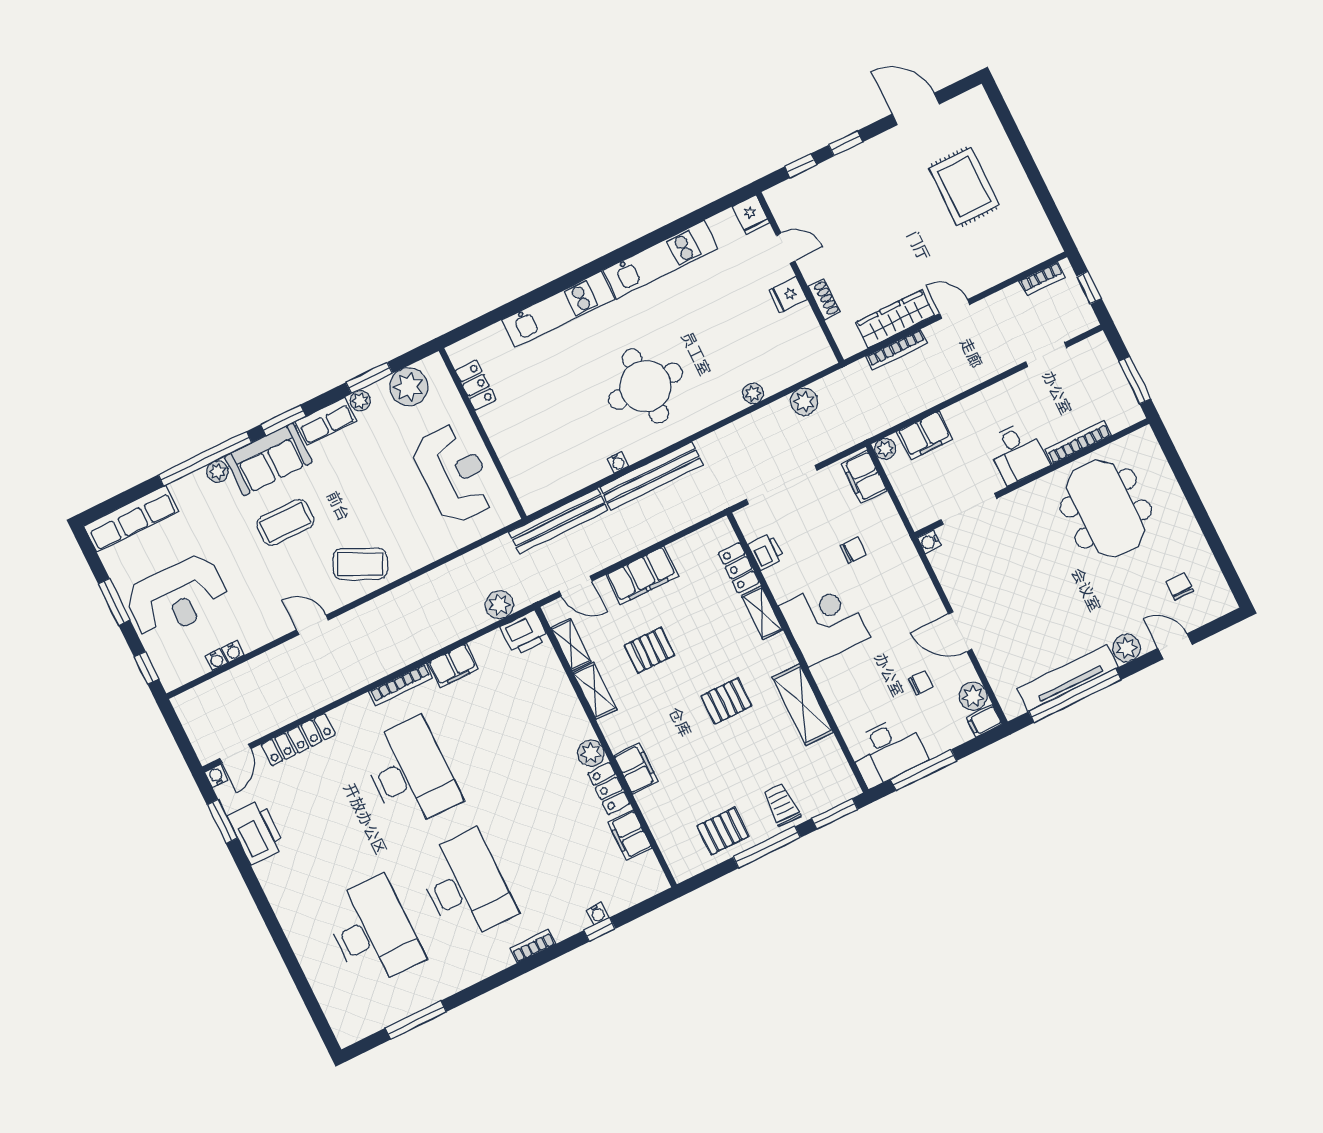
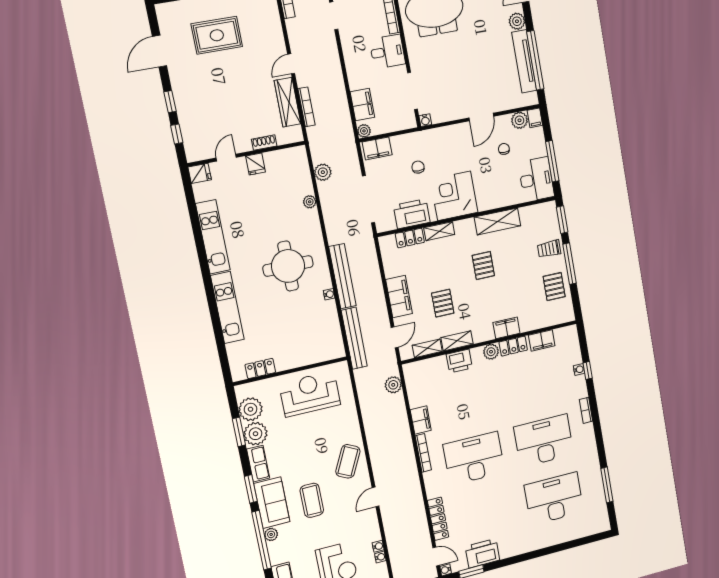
plant: (360, 401) -> (256, 434), width x1.87, depth x1.87
printer: (766, 552) -> (412, 214), width x1.87, depth x1.48
printer: (524, 633) -> (459, 361), moved, turned 90

